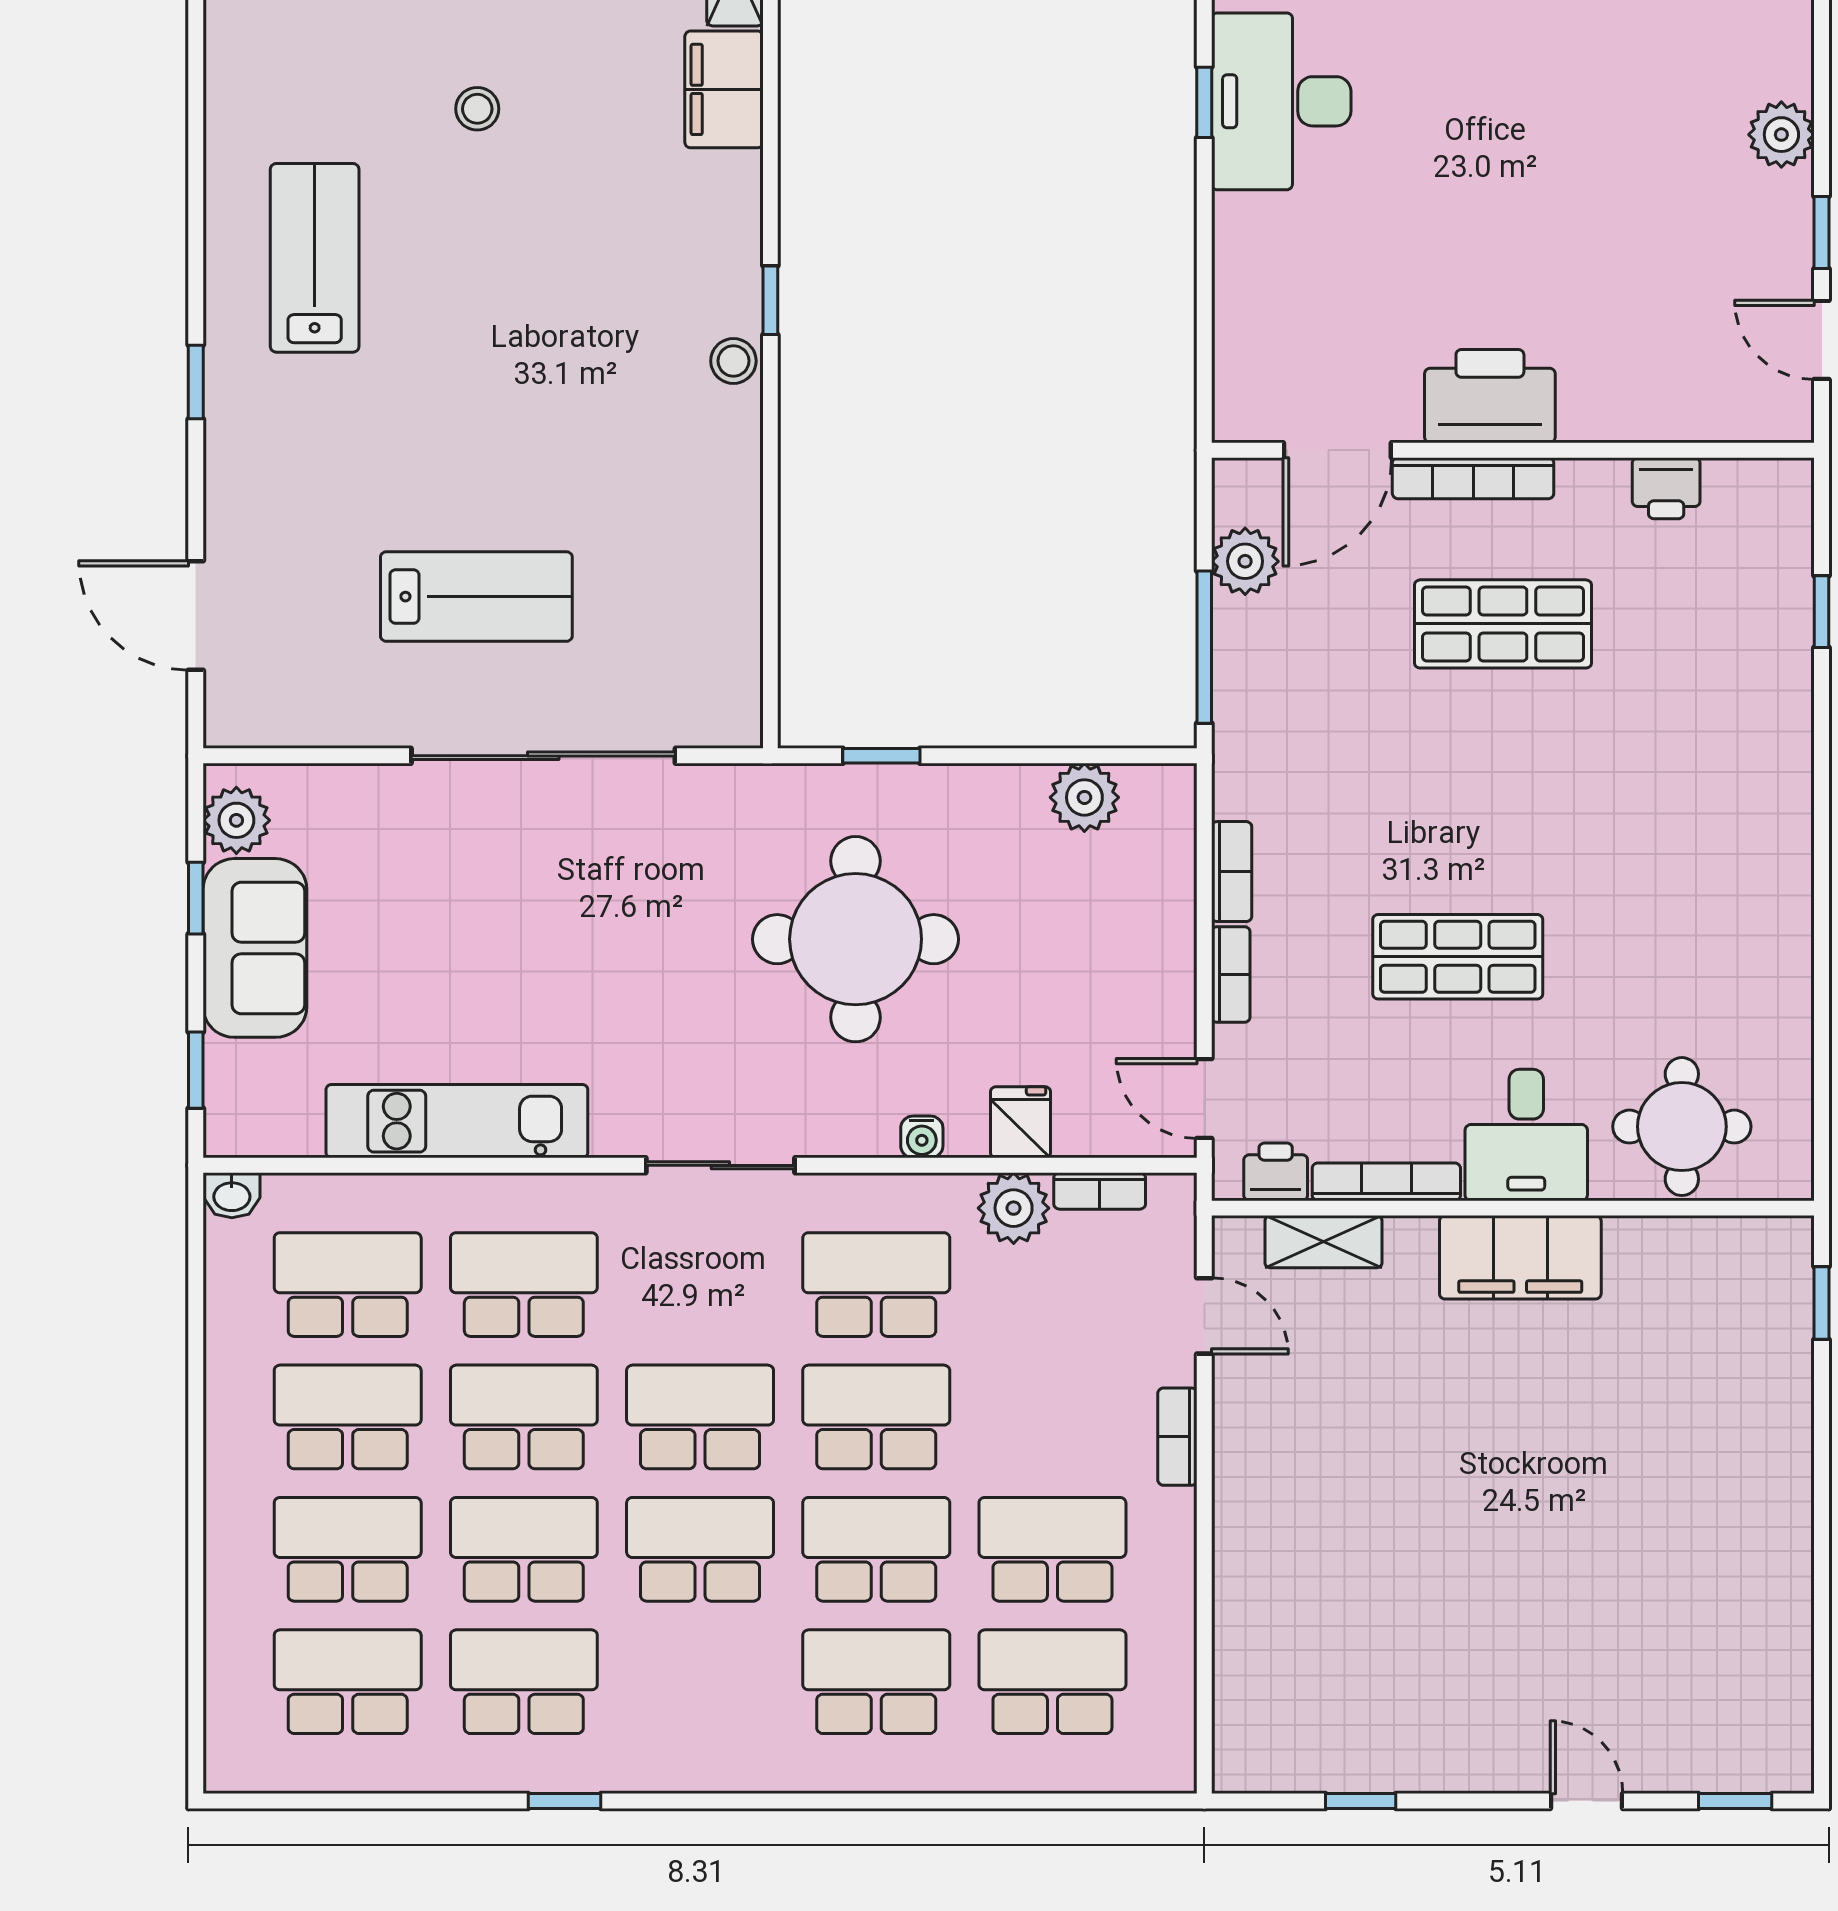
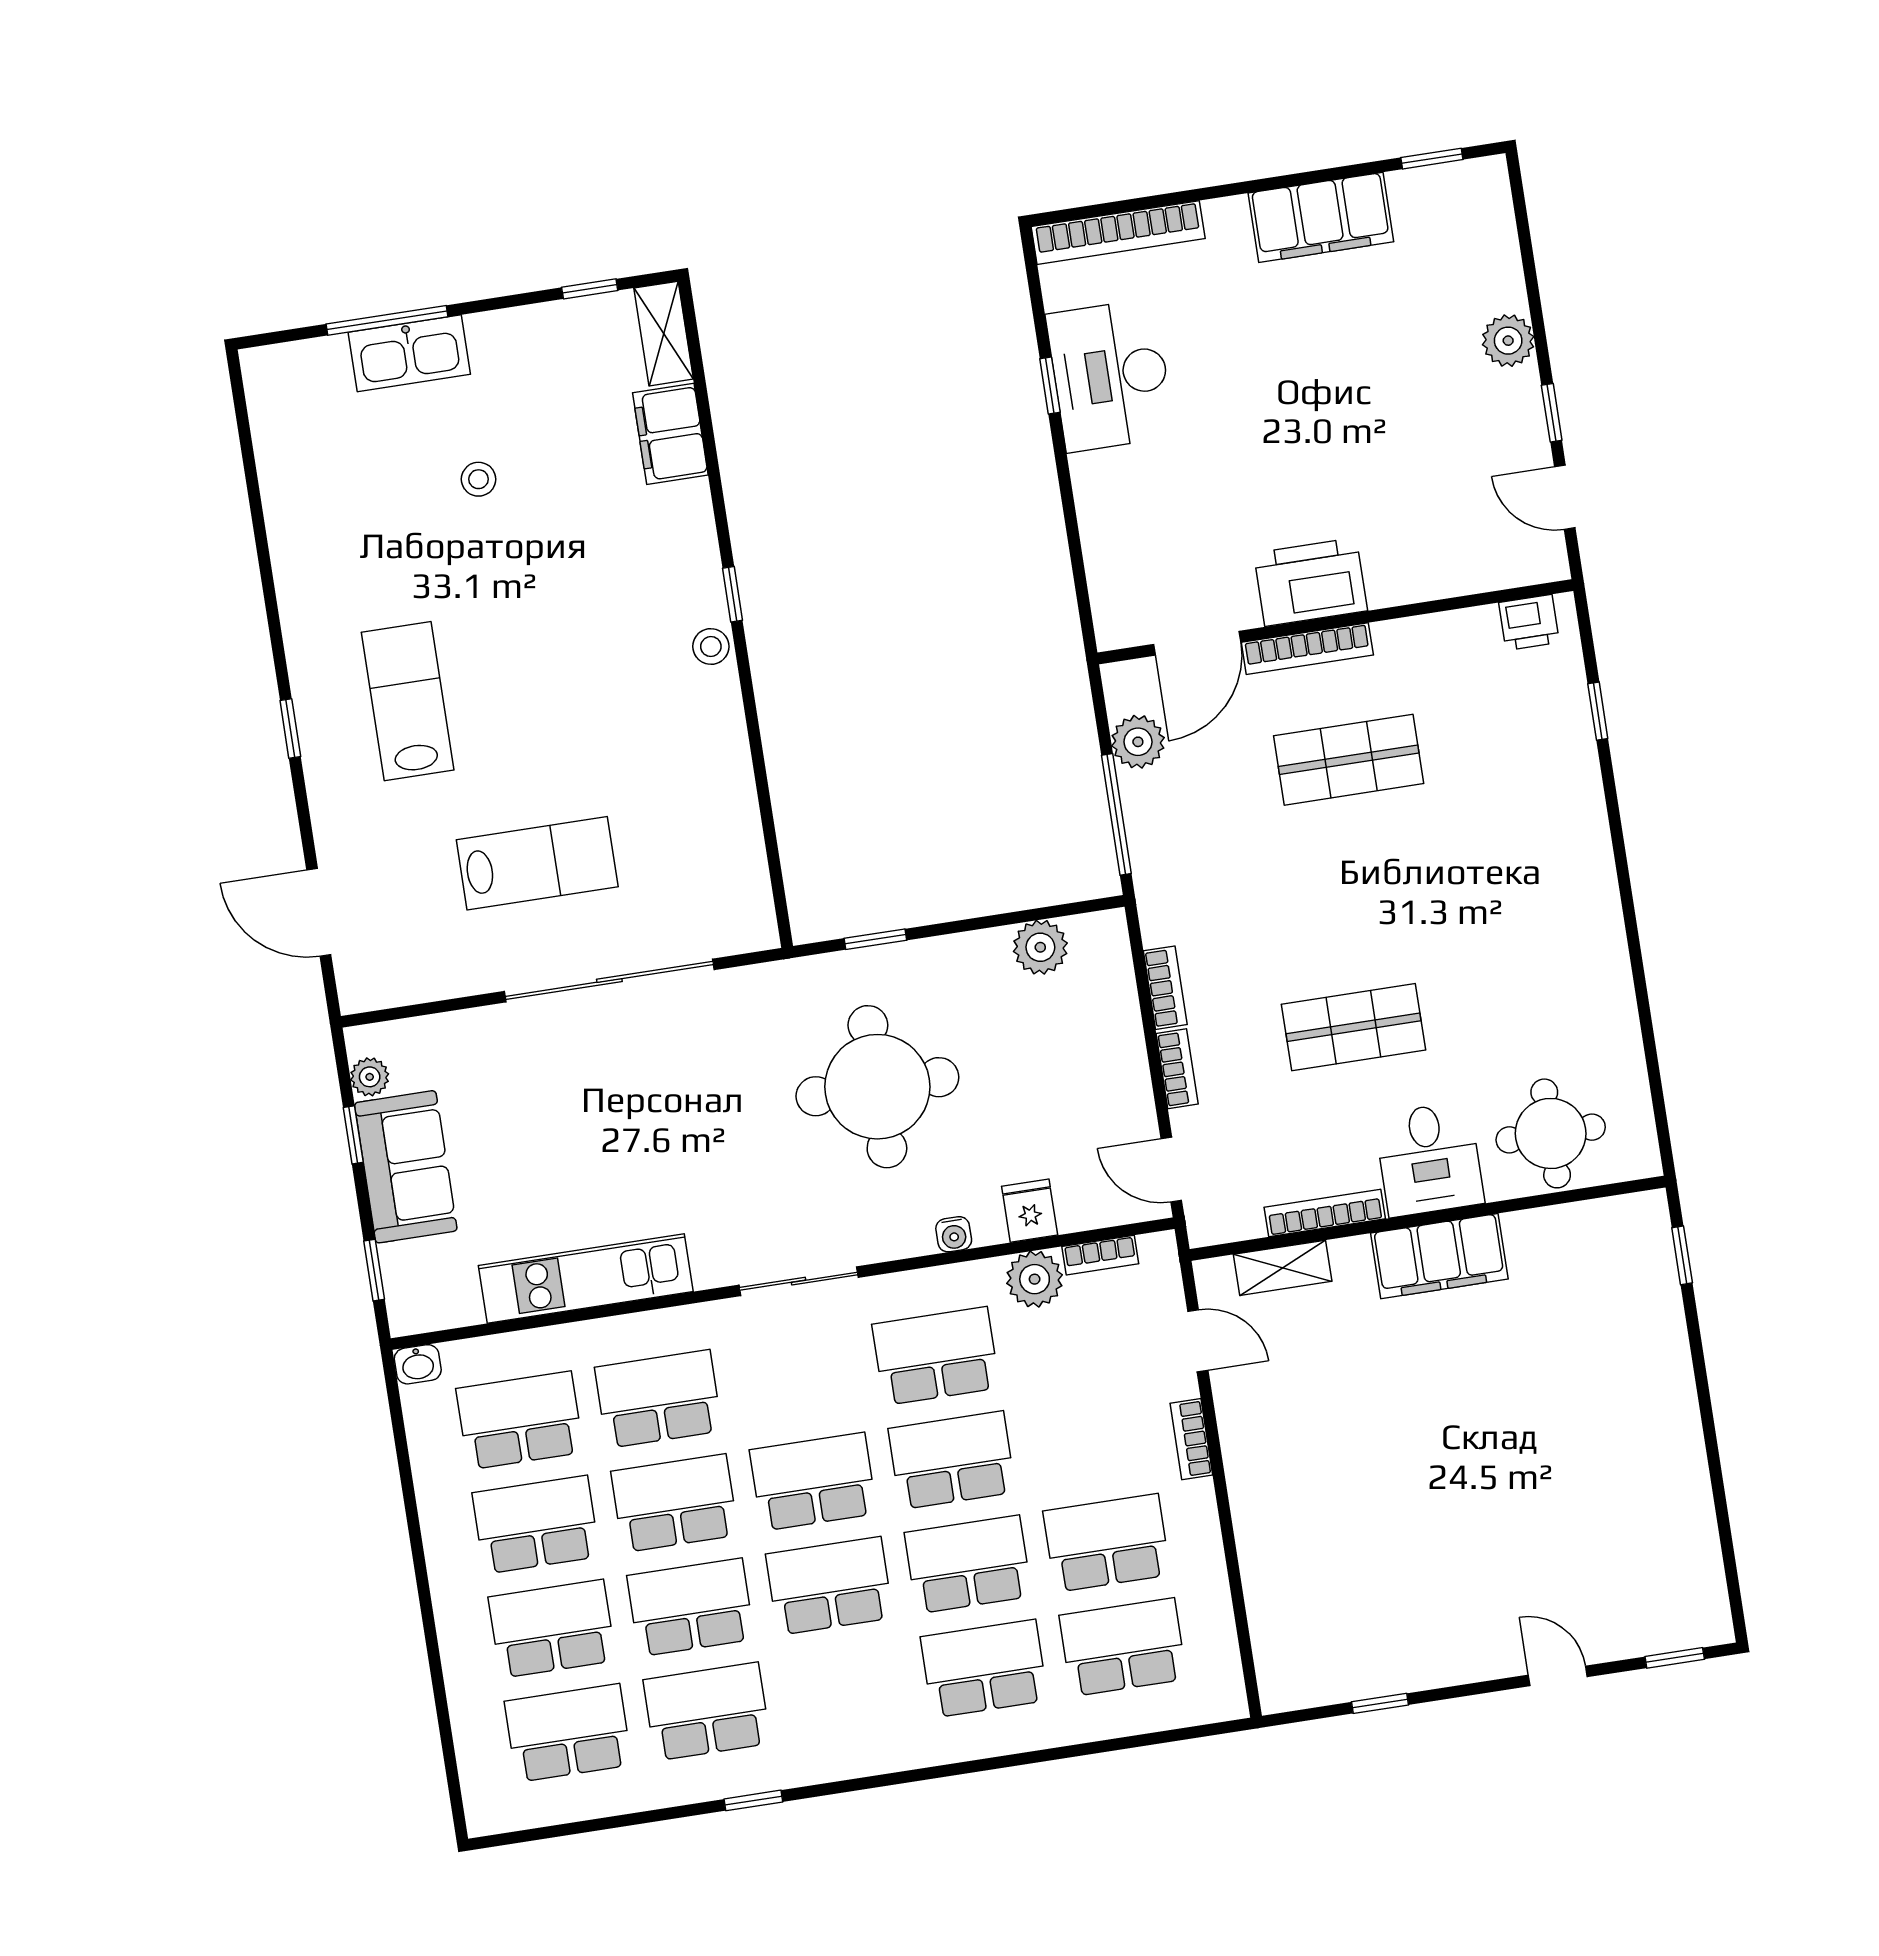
lab bench: (315, 258) -> (408, 701), moved
printer: (1666, 488) -> (1529, 622), moved
plant: (236, 820) -> (370, 1077), width x0.73, depth x0.73
printer: (1276, 1172) -> (1236, 1219), removed

